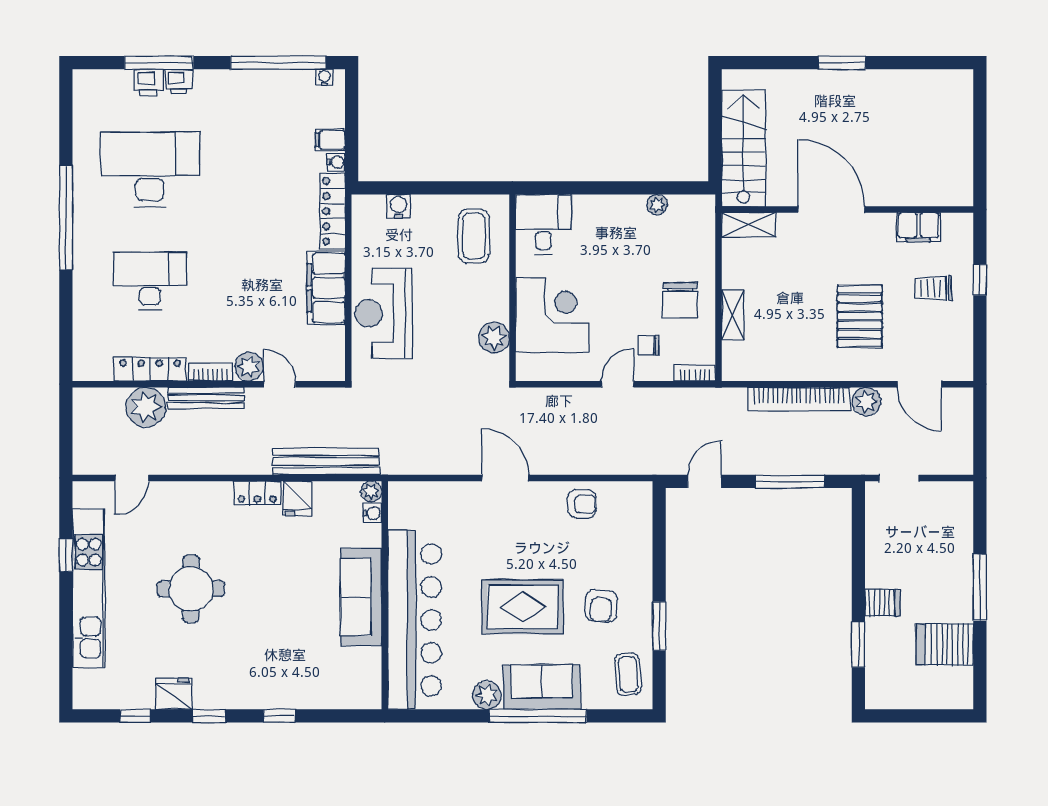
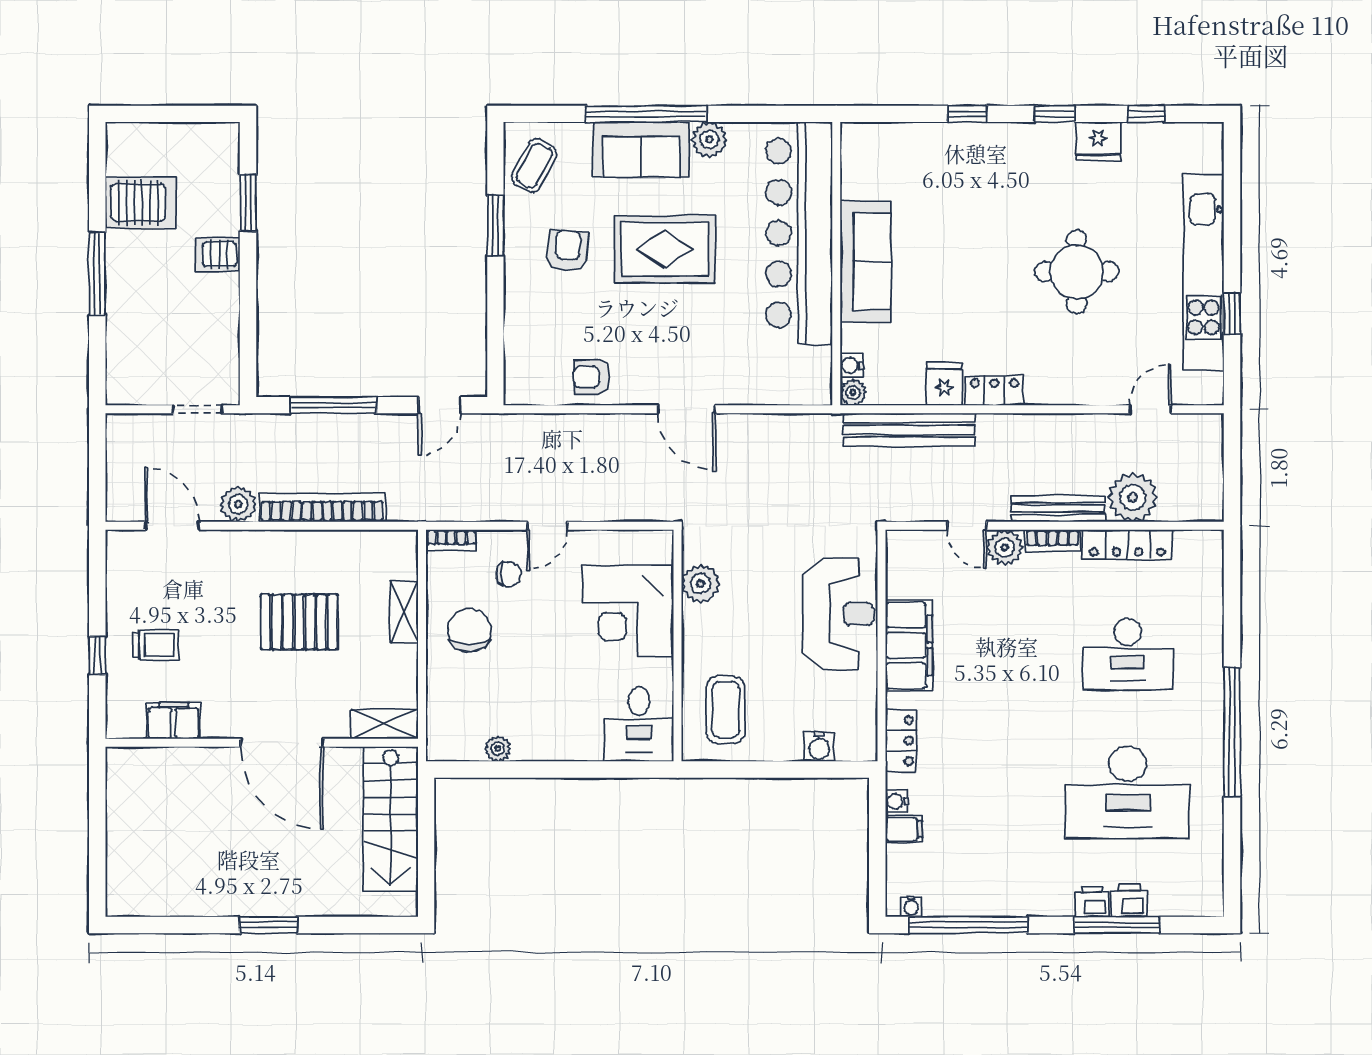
locker: (333, 211) -> (901, 741), width x0.66
pallet: (860, 316) -> (299, 622), moved, turned 90
coffee table: (628, 674) -> (534, 166), turned 33

